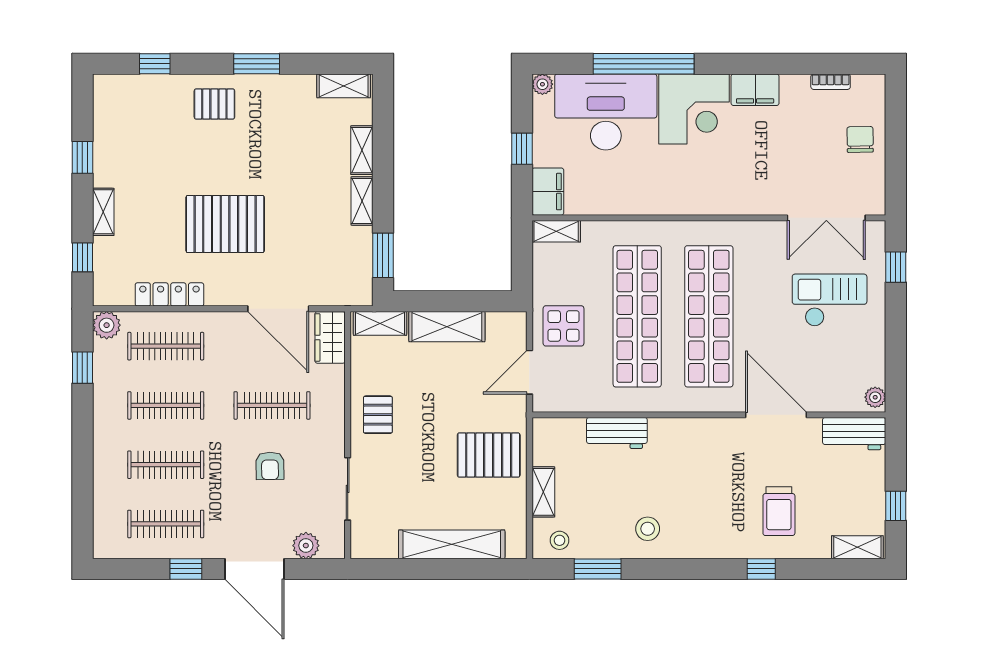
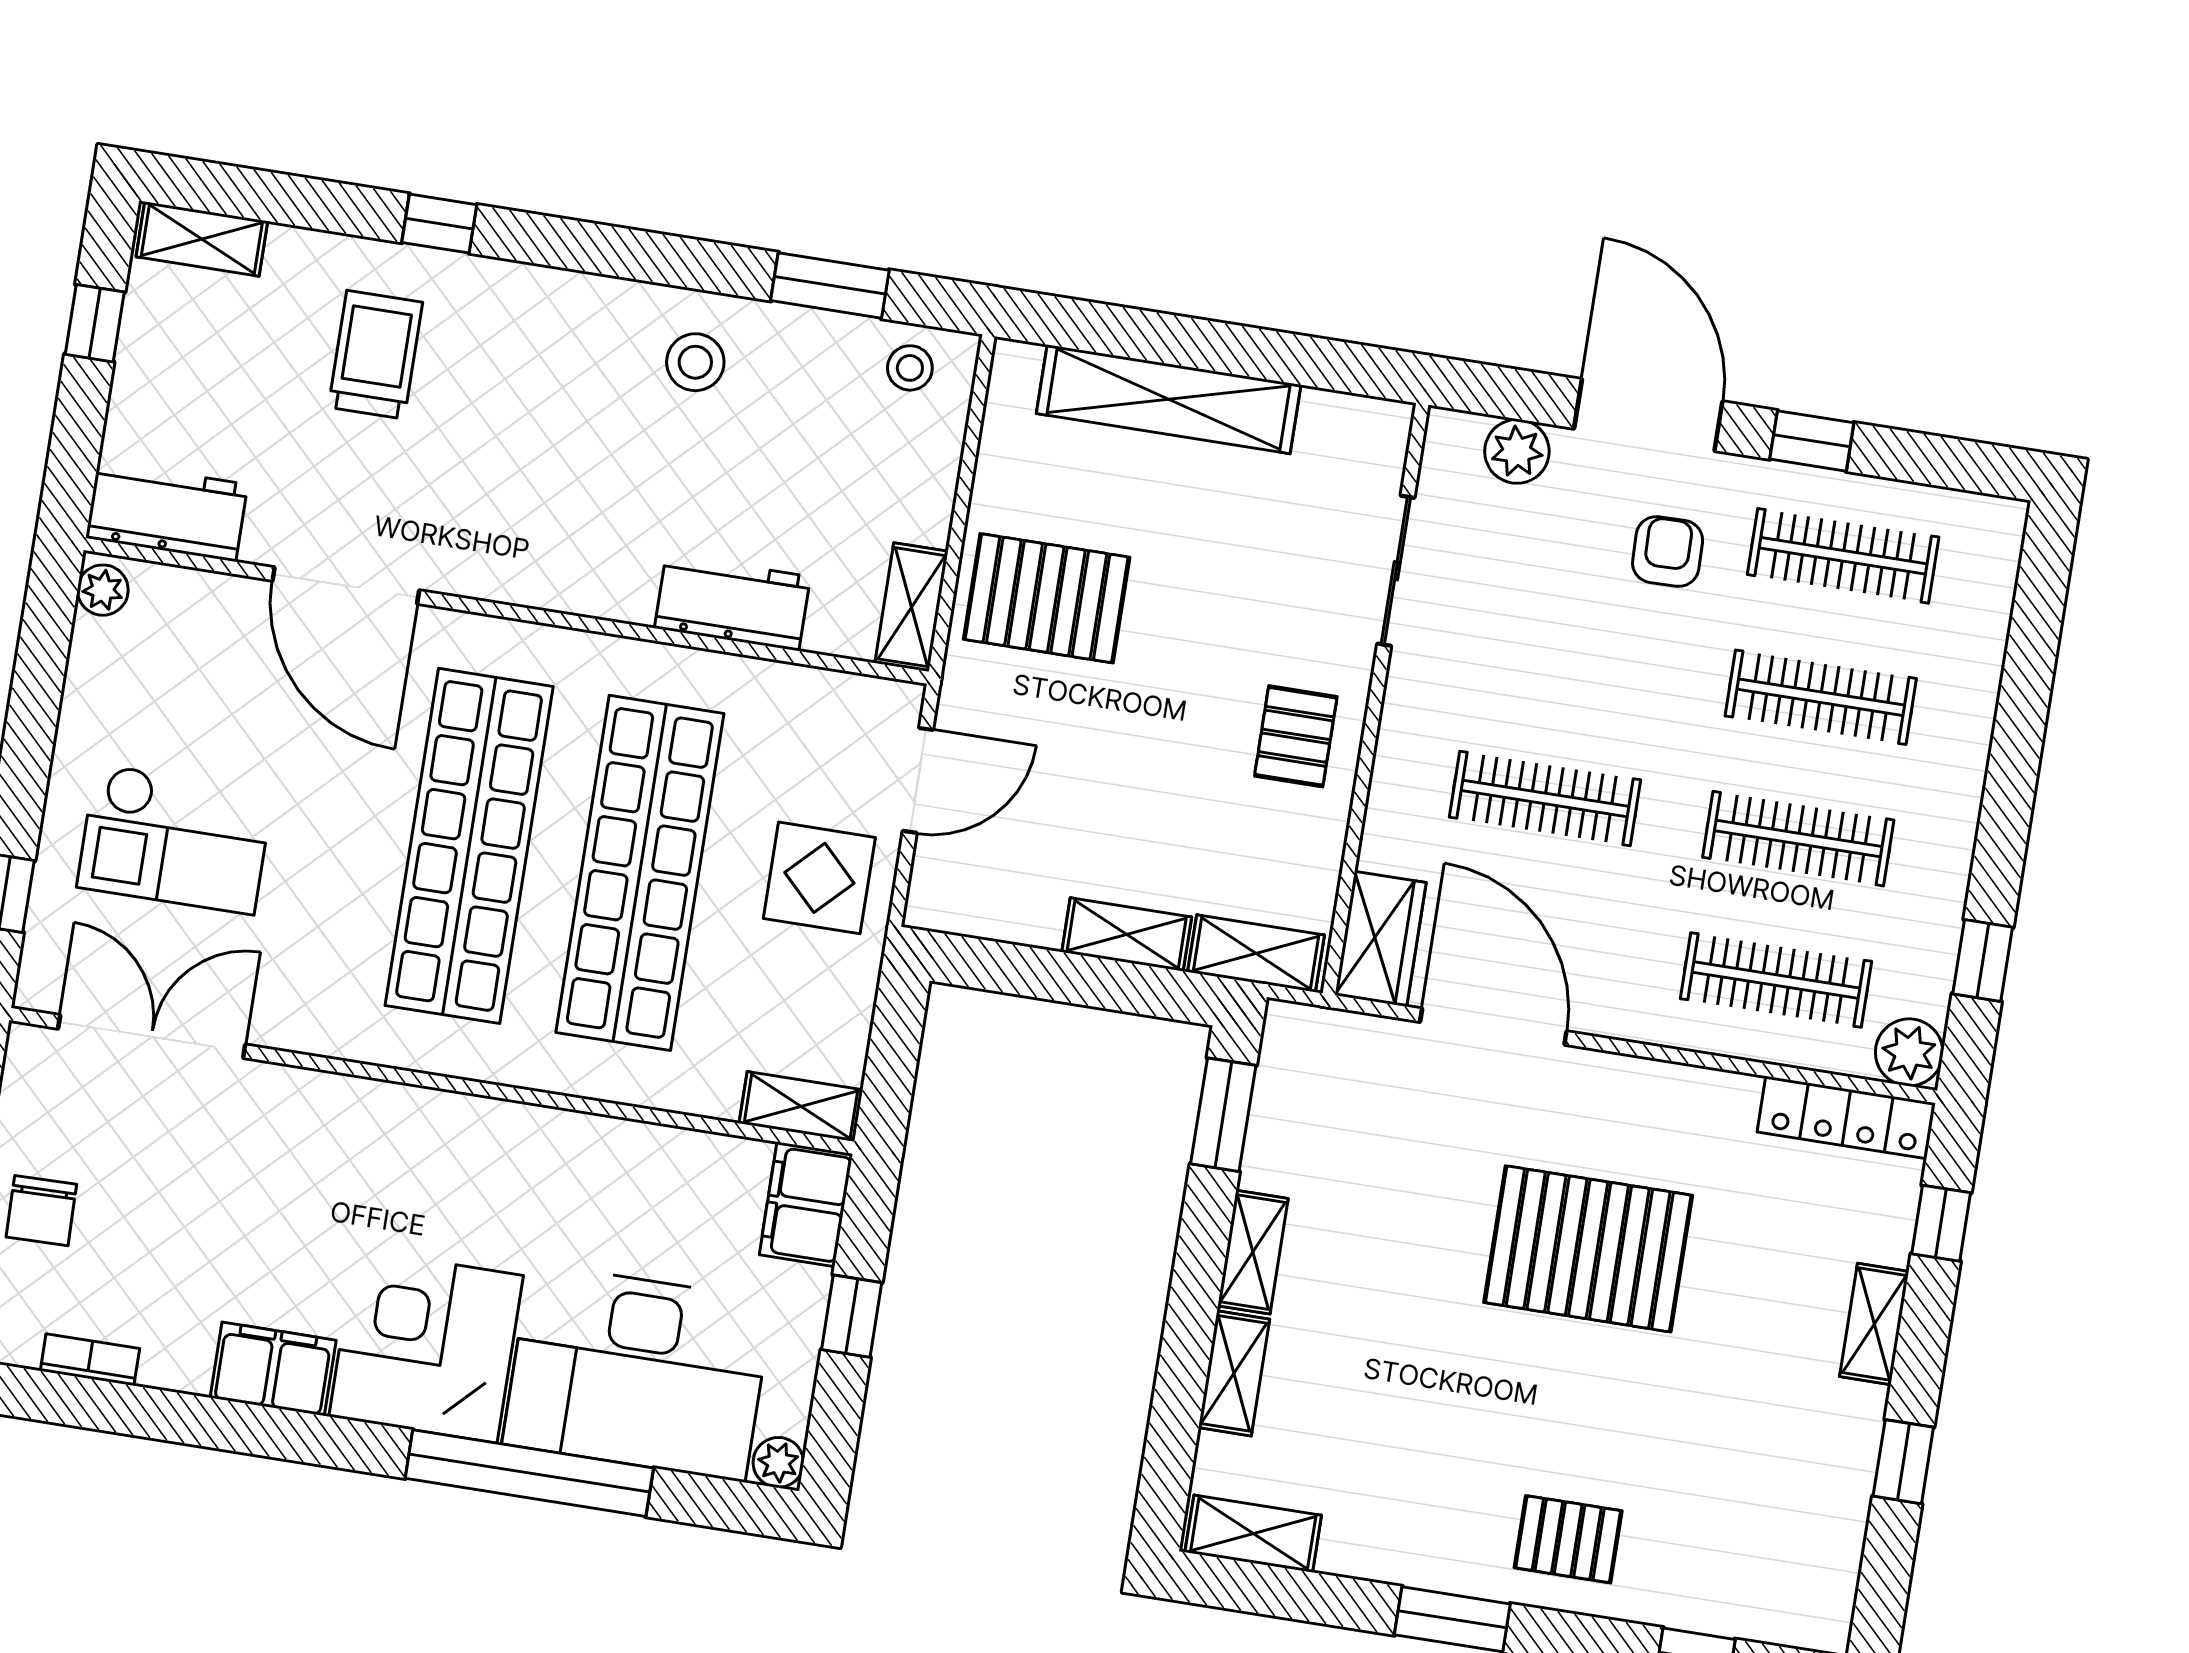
locker: (169, 294) -> (1846, 1118), moved
shelving: (447, 327) -> (1127, 934), width x0.67, depth x0.75
armchair: (270, 466) -> (1668, 551), moved
shelving: (543, 492) -> (911, 607), moved

